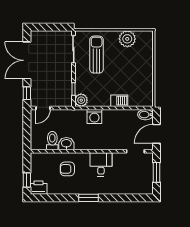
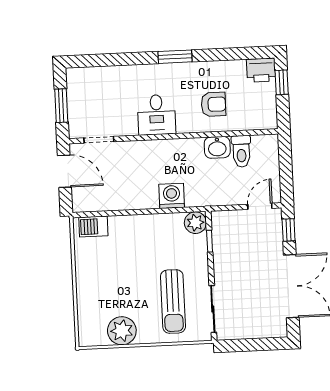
barbecue: (119, 101) -> (93, 227), moved
bidet: (145, 115) -> (85, 203), removed
door: (157, 134) -> (64, 171), hinge flipped

